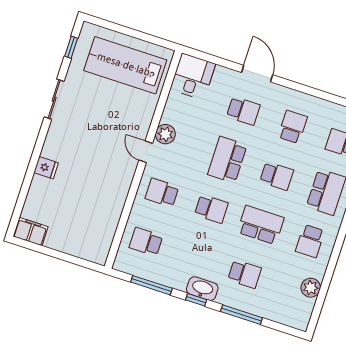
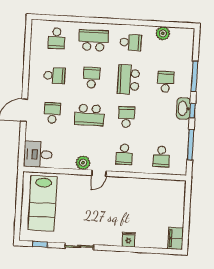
school desk: (293, 127) -> (54, 76), turned 180

